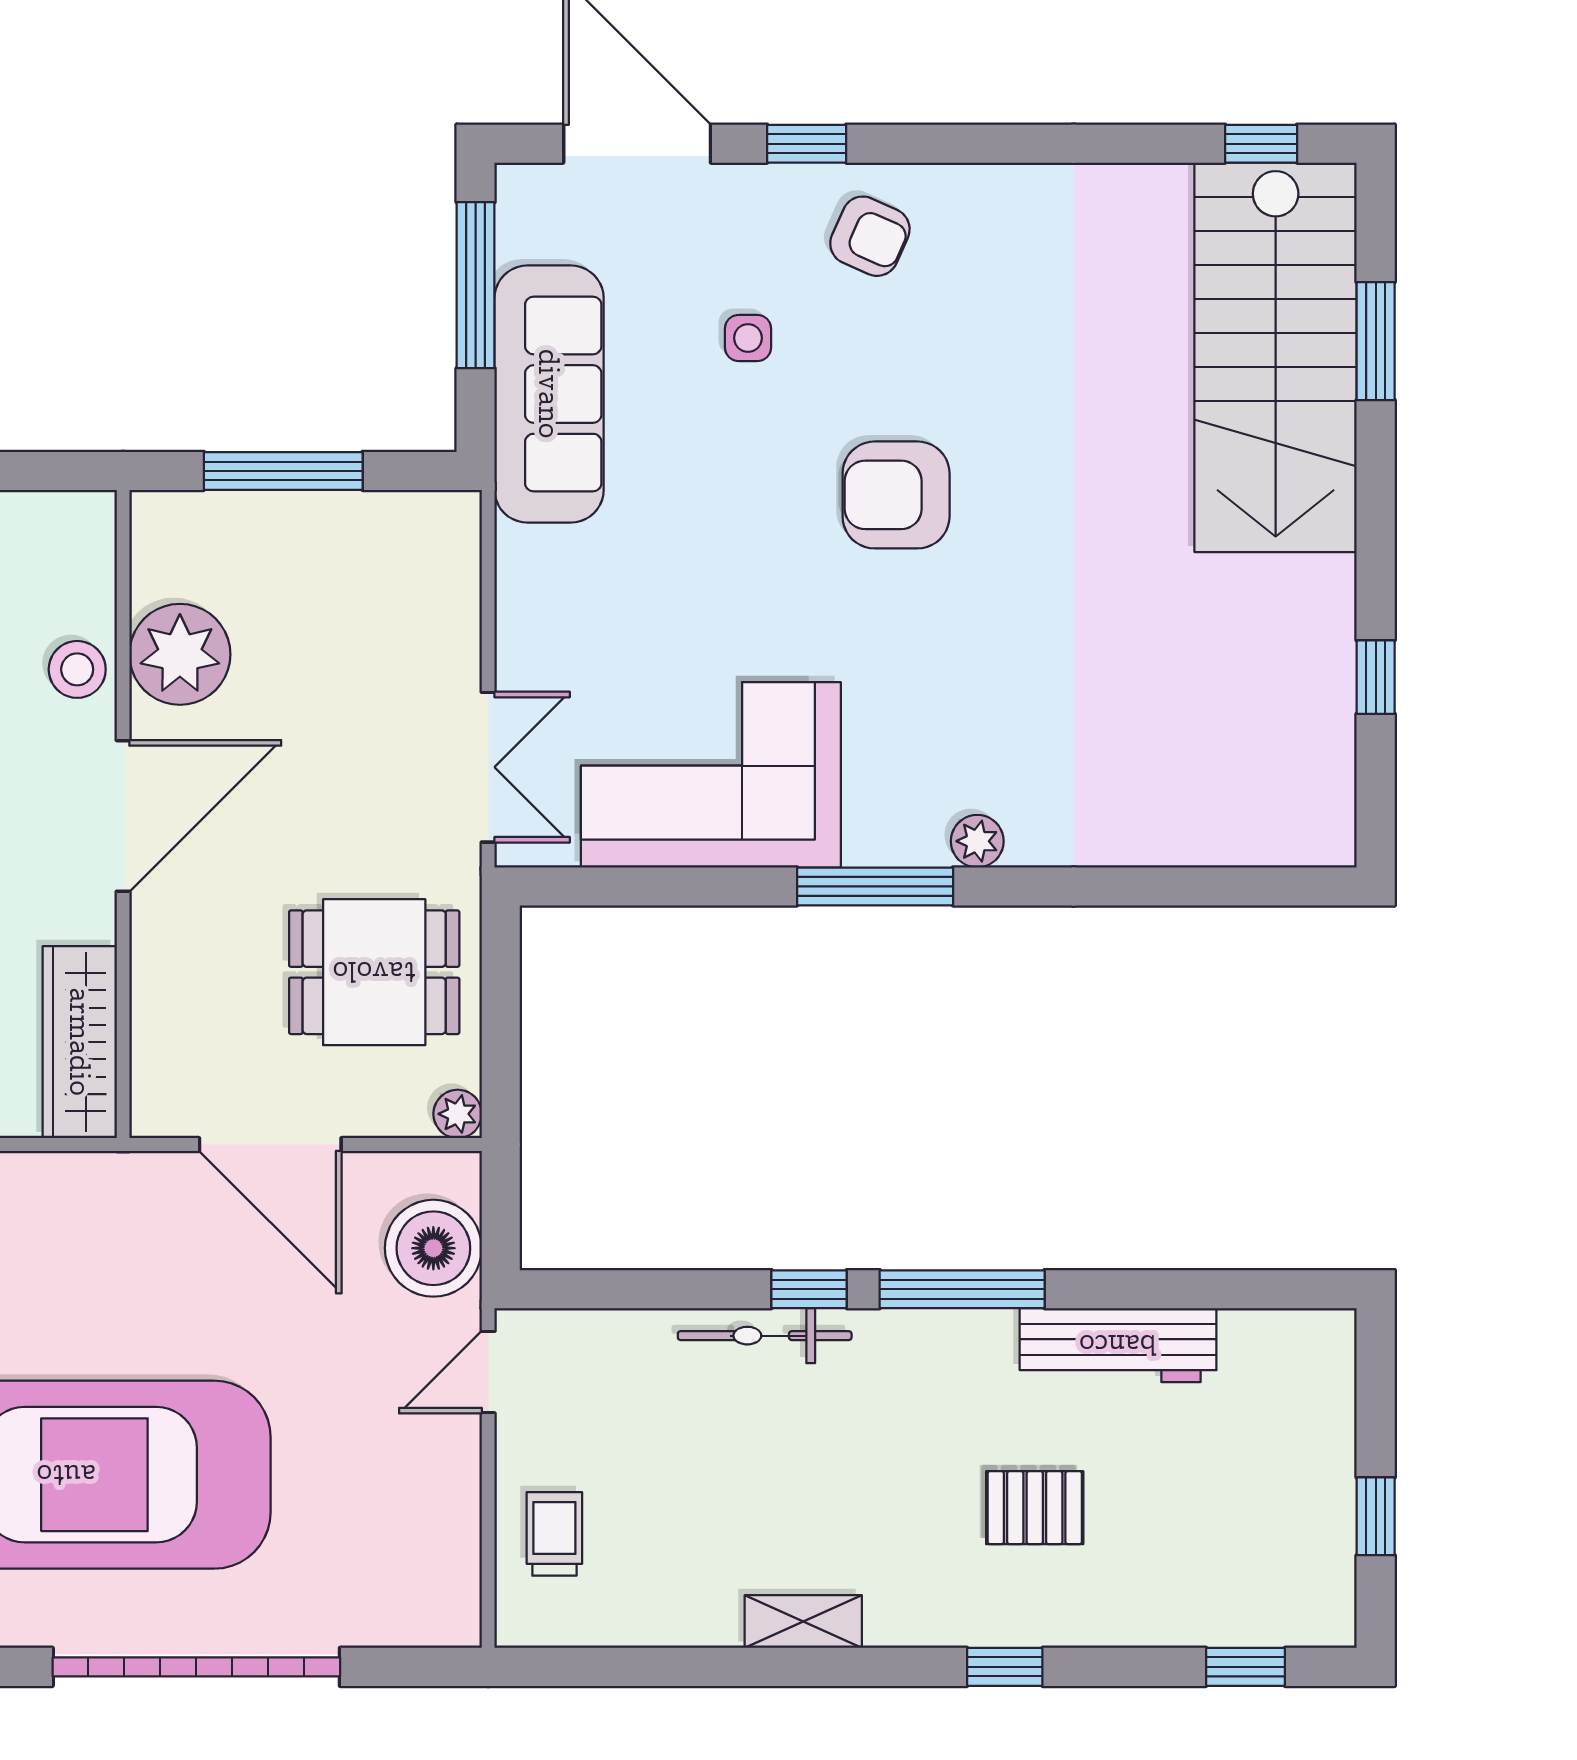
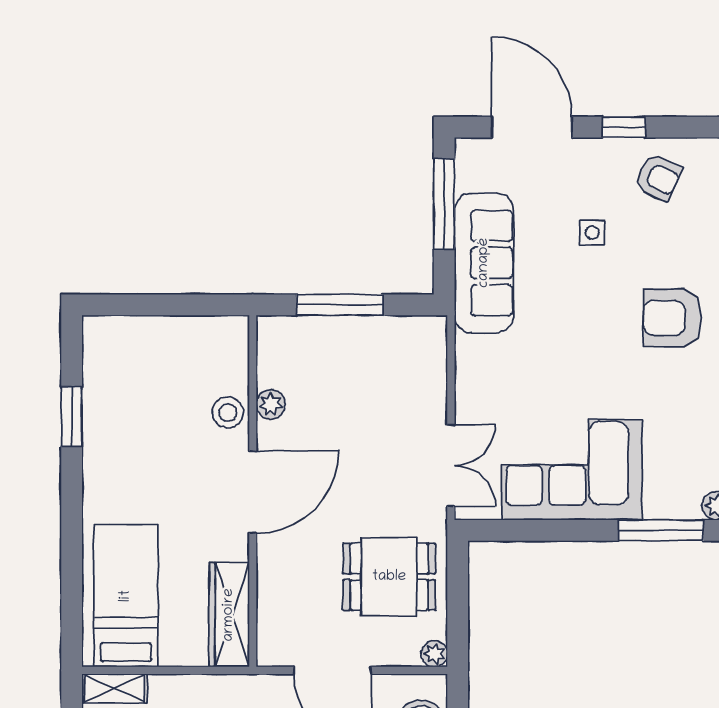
plant: (180, 654) -> (271, 404), width x0.53, depth x0.53

